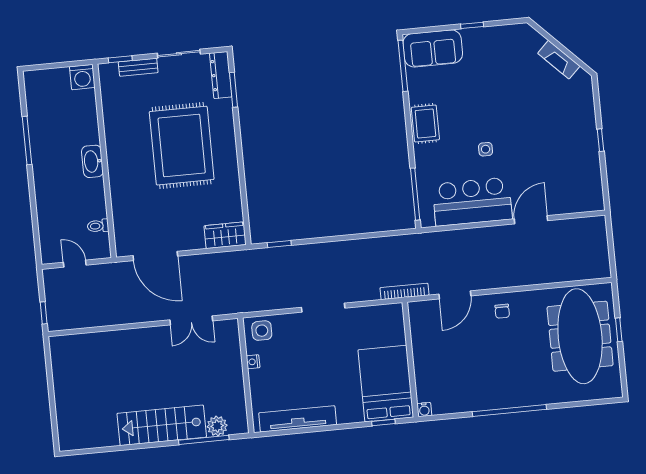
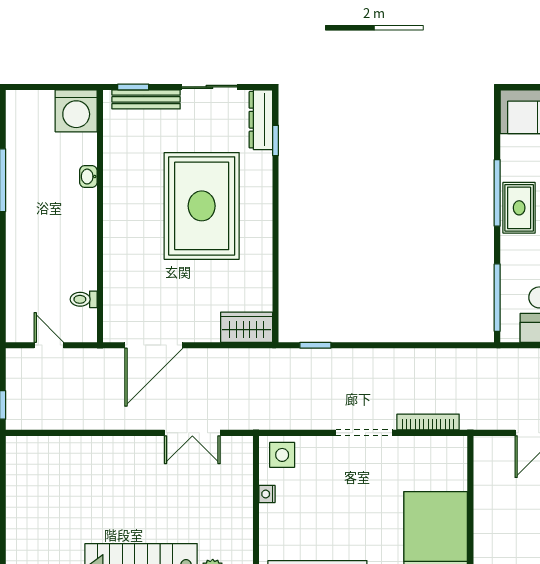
window: (403, 66) -> (497, 193), moved
bench: (138, 67) -> (146, 99), width x1.36
washing machine: (82, 77) -> (76, 111), width x1.37, depth x1.37
window: (233, 90) -> (275, 140), width x0.67
washbasin: (92, 161) -> (88, 177), moved, width x0.52, depth x0.69
door: (155, 256) -> (154, 345), hinge flipped
bookcase: (404, 291) -> (428, 422), moved

